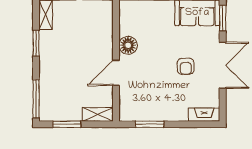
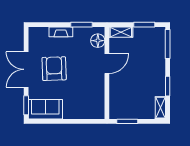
floor lamp: (128, 45) -> (98, 41), moved
armchair: (186, 66) -> (54, 69), width x1.88, depth x1.88
fireplace: (204, 115) -> (61, 32), moved

